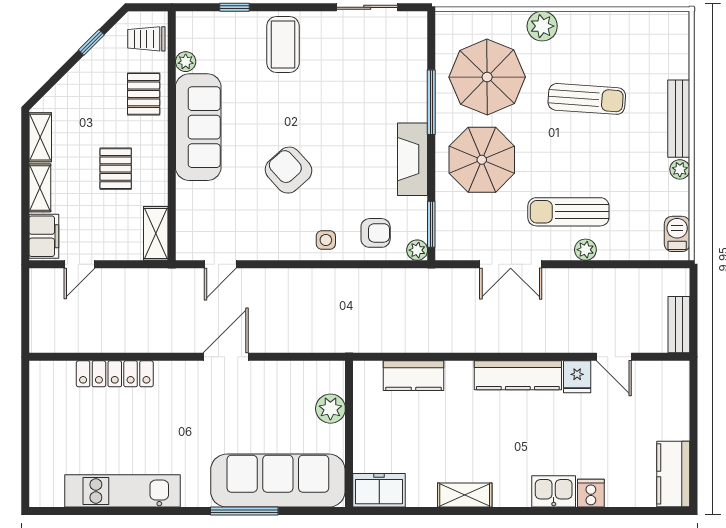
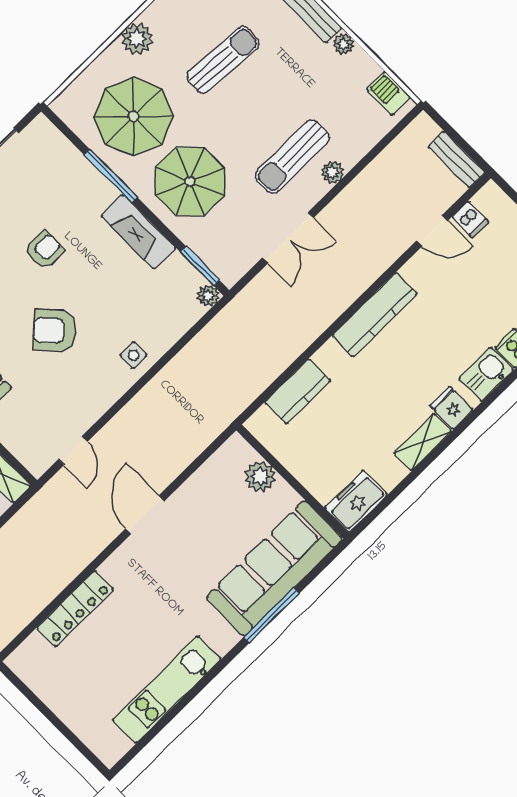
armchair: (376, 233) -> (44, 250), moved
dishwasher: (648, 375) -> (470, 219), added
fridge: (577, 377) -> (452, 408), moved, turned 180

